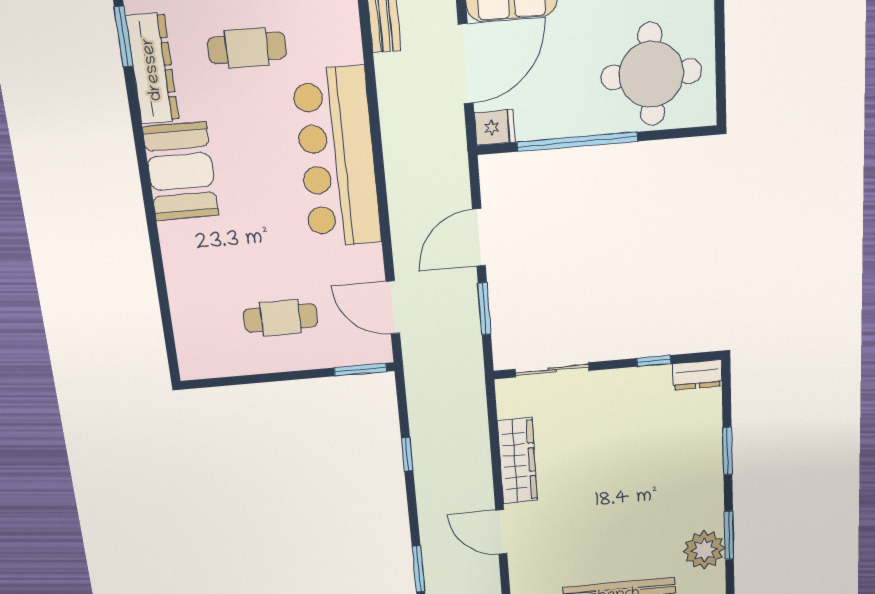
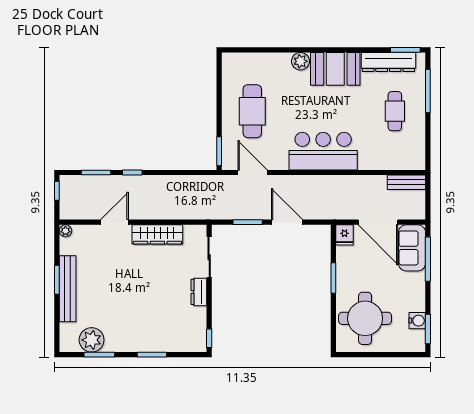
window: (578, 142) -> (333, 278), width x0.47
bar counter: (337, 158) -> (323, 151), width x0.73
plant: (176, 238) -> (300, 61), added
door: (393, 307) -> (253, 172), hinge flipped
cafe table: (281, 318) -> (252, 111), width x1.37, depth x1.35
window: (654, 361) -> (209, 338), moved
dresser: (697, 375) -> (199, 292), moved
window: (407, 454) -> (132, 172), moved

